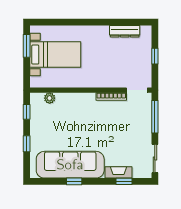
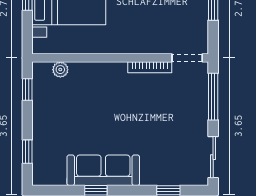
window: (27, 144) -> (27, 152), moved
sofa: (70, 165) -> (103, 170), width x0.74, depth x0.79
fireplace: (119, 172) -> (160, 177), removed

